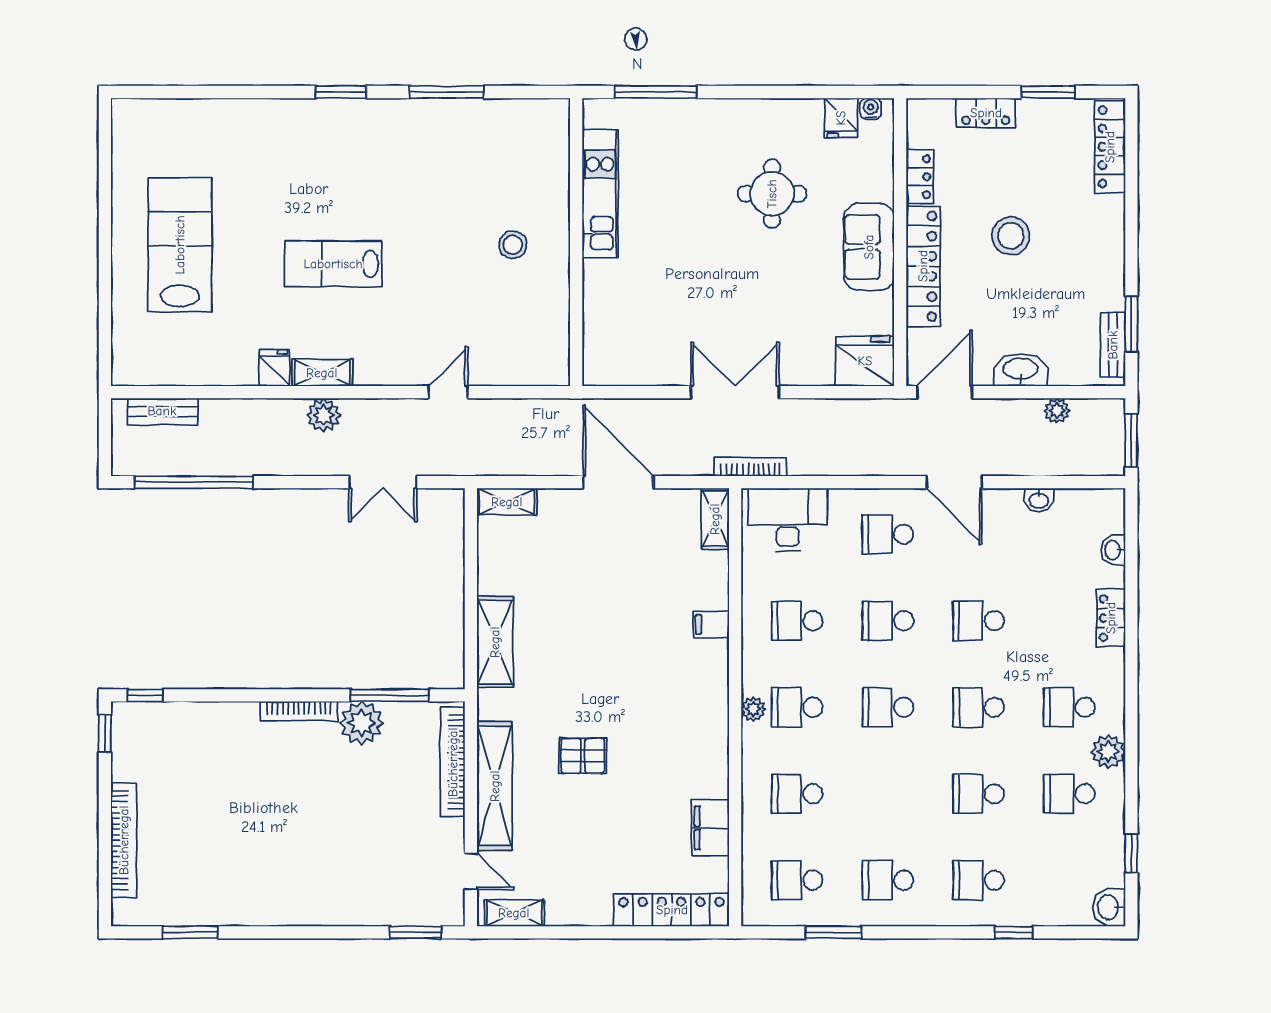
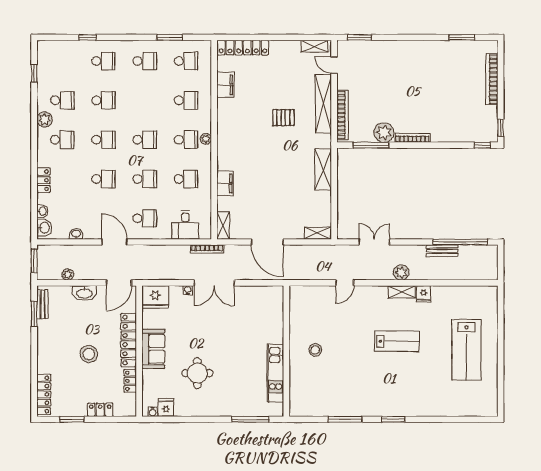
water cooler: (793, 376) -> (188, 290), added
bench: (162, 411) -> (442, 251), moved
desk: (788, 520) -> (185, 225), width x0.73
filing cabinet: (711, 624) -> (225, 183), width x2.00
washbasin: (1109, 907) -> (44, 228), moved

